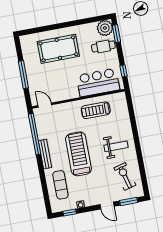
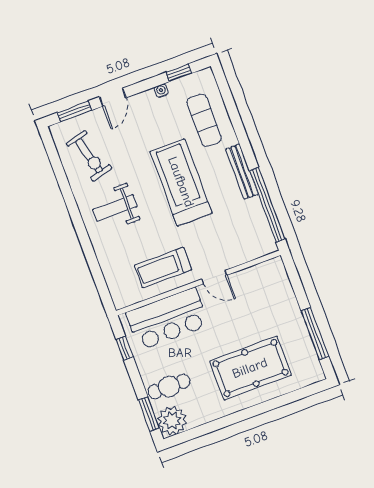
window: (23, 75) -> (315, 334), moved
door: (45, 105) -> (214, 277), moved
treadmill: (96, 110) -> (163, 268), turned 180
treadmill: (78, 154) -> (181, 182), turned 180
door: (107, 205) -> (113, 97), swing flipped

